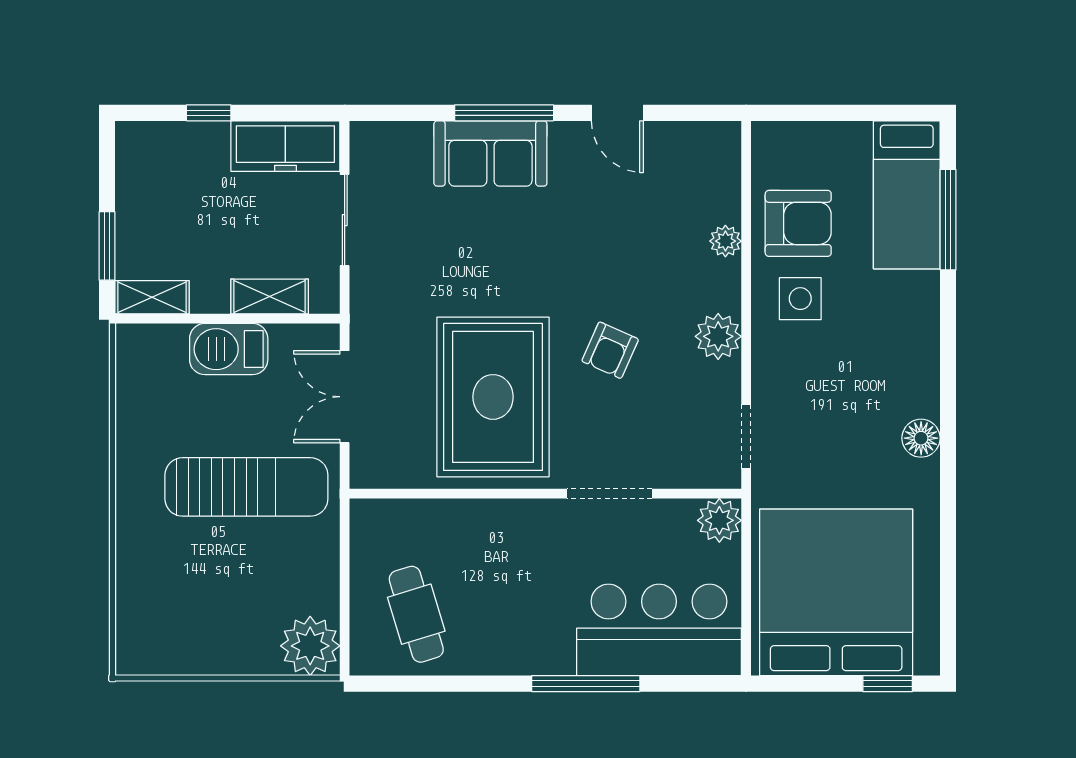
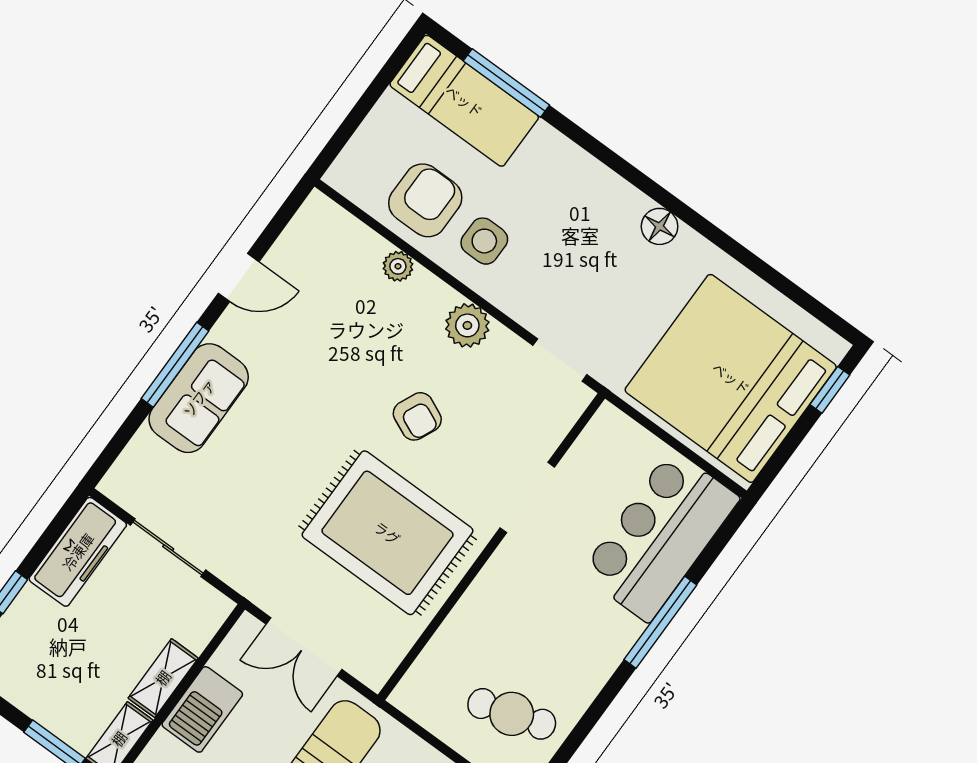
shelving: (270, 297) -> (163, 678), moved
plant: (719, 520) -> (610, 428), removed

